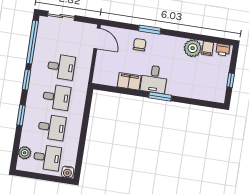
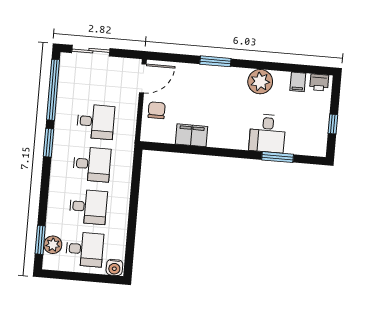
door: (97, 38) -> (143, 78), hinge flipped
chair: (140, 45) -> (157, 110), moved
plant: (193, 48) -> (260, 82), moved
desk: (154, 79) -> (267, 133), moved
window: (160, 97) -> (278, 157), moved
window: (21, 115) -> (40, 240), moved

